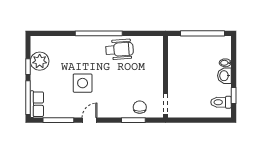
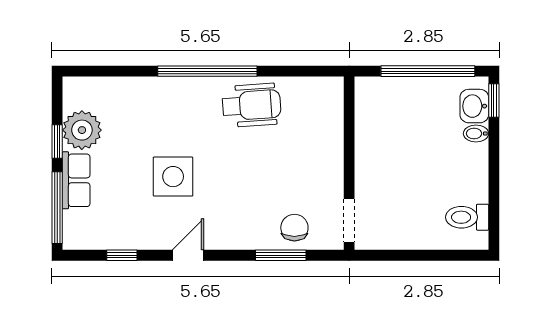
washbasin: (224, 76) -> (474, 106), moved
window: (234, 96) -> (494, 100), moved
row of seats: (37, 104) -> (76, 180), moved
window: (58, 120) -> (122, 255), width x0.46

